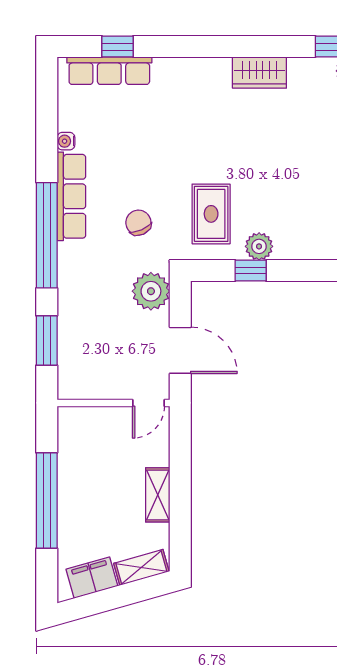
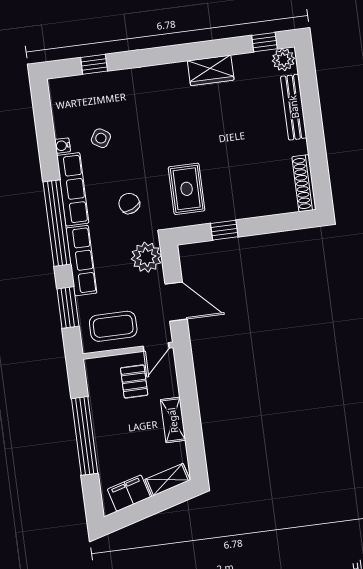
row of seats: (109, 71) -> (81, 261), moved, turned -90
side table: (114, 138) -> (101, 138), added
plant: (259, 246) -> (228, 210), removed
coffee table: (99, 371) -> (113, 326), added
pallet: (116, 442) -> (134, 381), added

